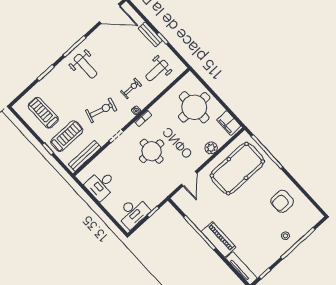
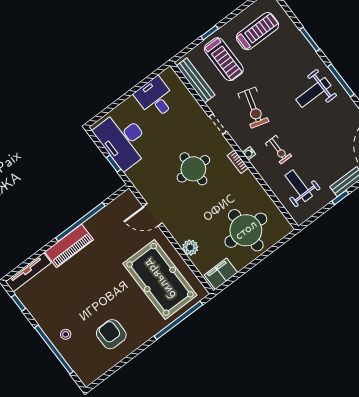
desk: (133, 212) -> (123, 140), width x1.36, depth x1.30

